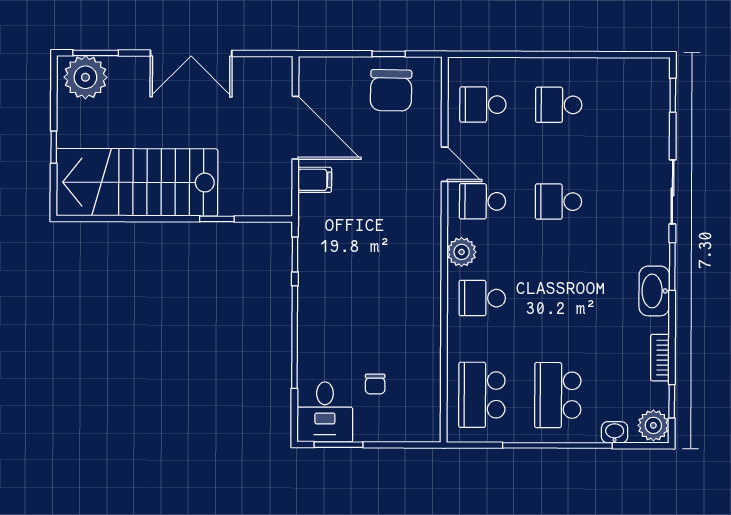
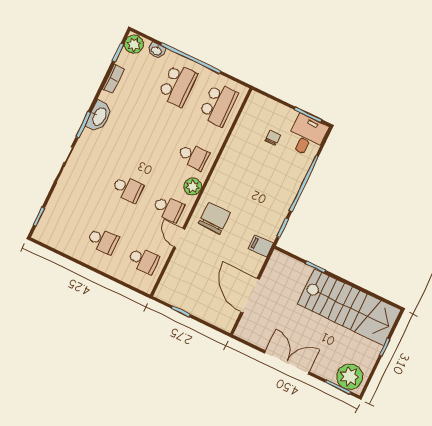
chair: (391, 90) -> (214, 218), moved
filing cabinet: (315, 180) -> (261, 246), moved

